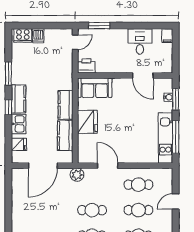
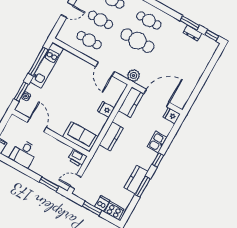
window: (45, 26) -> (92, 208), added
kitchen counter: (19, 99) -> (136, 180), moved
fridge: (87, 122) -> (106, 110), width x0.53, depth x0.75
kitchen counter: (65, 135) -> (131, 102), moved
fridge: (19, 144) -> (172, 116), moved
cafe table: (92, 210) -> (137, 41), width x1.37, depth x1.35

